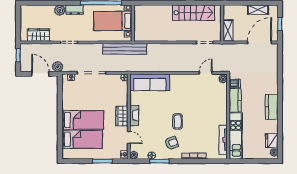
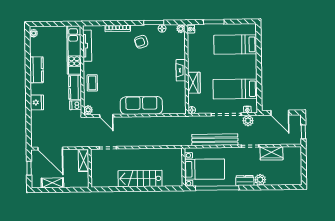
stairs: (194, 13) -> (140, 179), moved
wardrobe: (38, 35) -> (272, 153), moved
door: (260, 42) -> (50, 148), hinge flipped
bench: (125, 49) -> (215, 140), moved
plant: (58, 67) -> (248, 121), moved
door: (206, 73) -> (106, 116), hinge flipped
sofa: (150, 82) -> (141, 105), moved
kitchen counter: (272, 107) -> (37, 70), moved
wardrobe: (122, 116) -> (194, 83), moved
bed: (83, 120) -> (235, 89), moved
coffee table: (178, 121) -> (92, 83), moved
door: (129, 137) -> (186, 47), removed
fridge: (272, 141) -> (37, 102), moved

